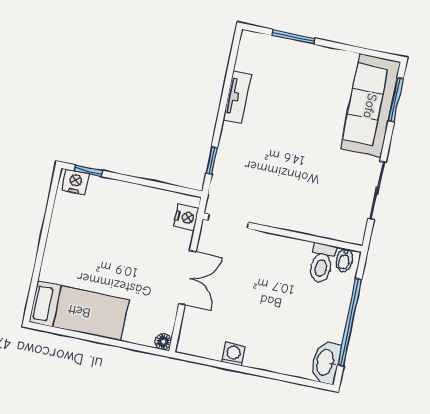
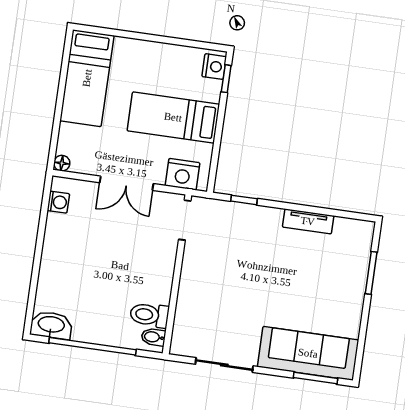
nightstand: (186, 217) -> (182, 174), width x1.36, depth x1.33
bed: (124, 226) -> (173, 117), added
washing machine: (233, 354) -> (58, 202), moved

